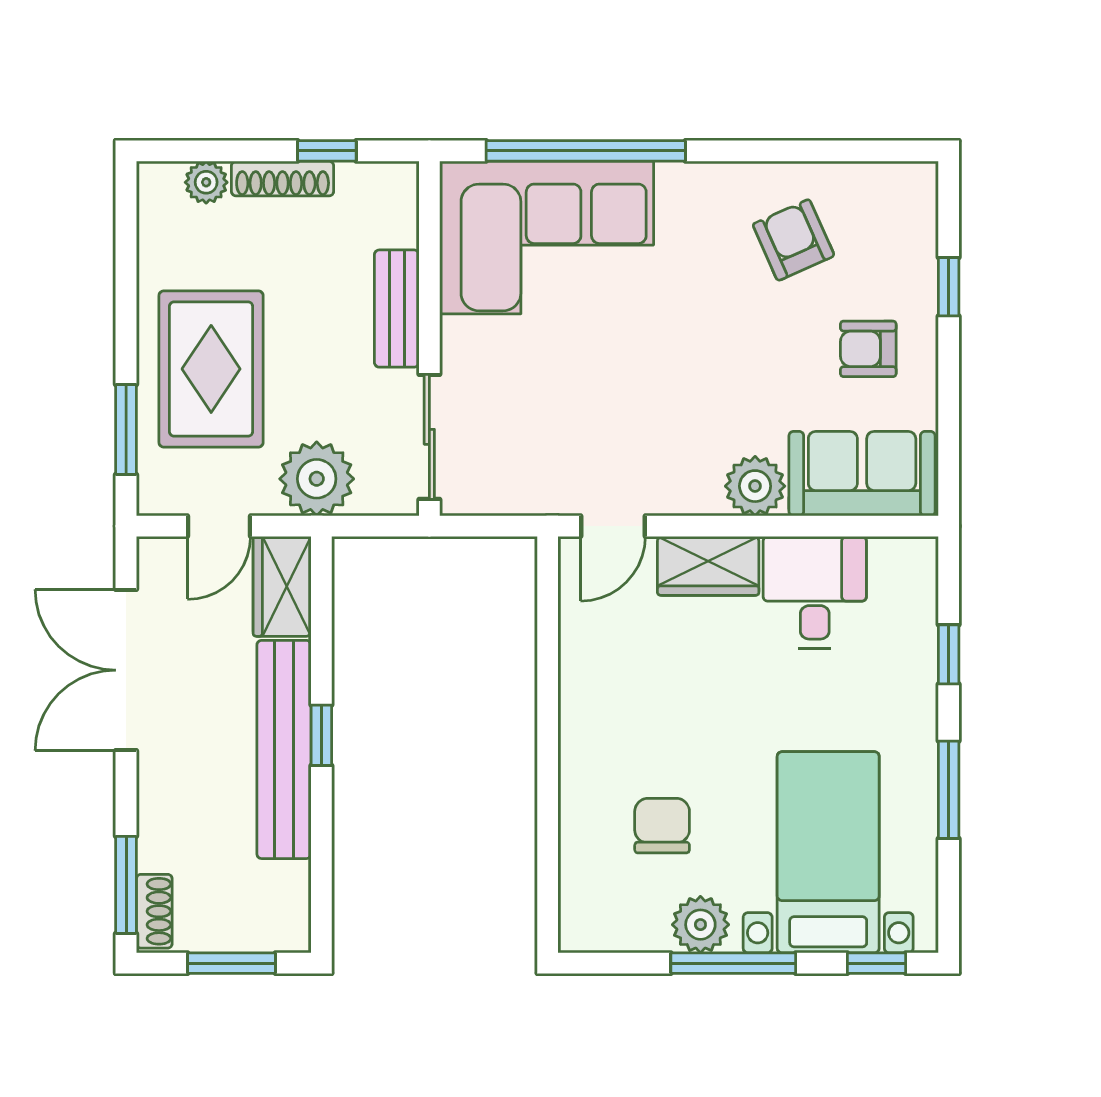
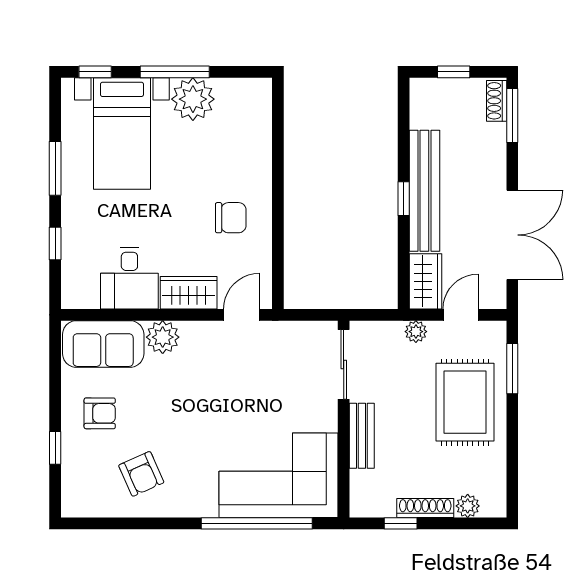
plant: (317, 479) -> (416, 332), width x0.53, depth x0.53
chair: (662, 826) -> (231, 218), moved, turned -90
plant: (700, 925) -> (193, 99), width x1.36, depth x1.36
window: (231, 963) -> (454, 72), width x0.67

